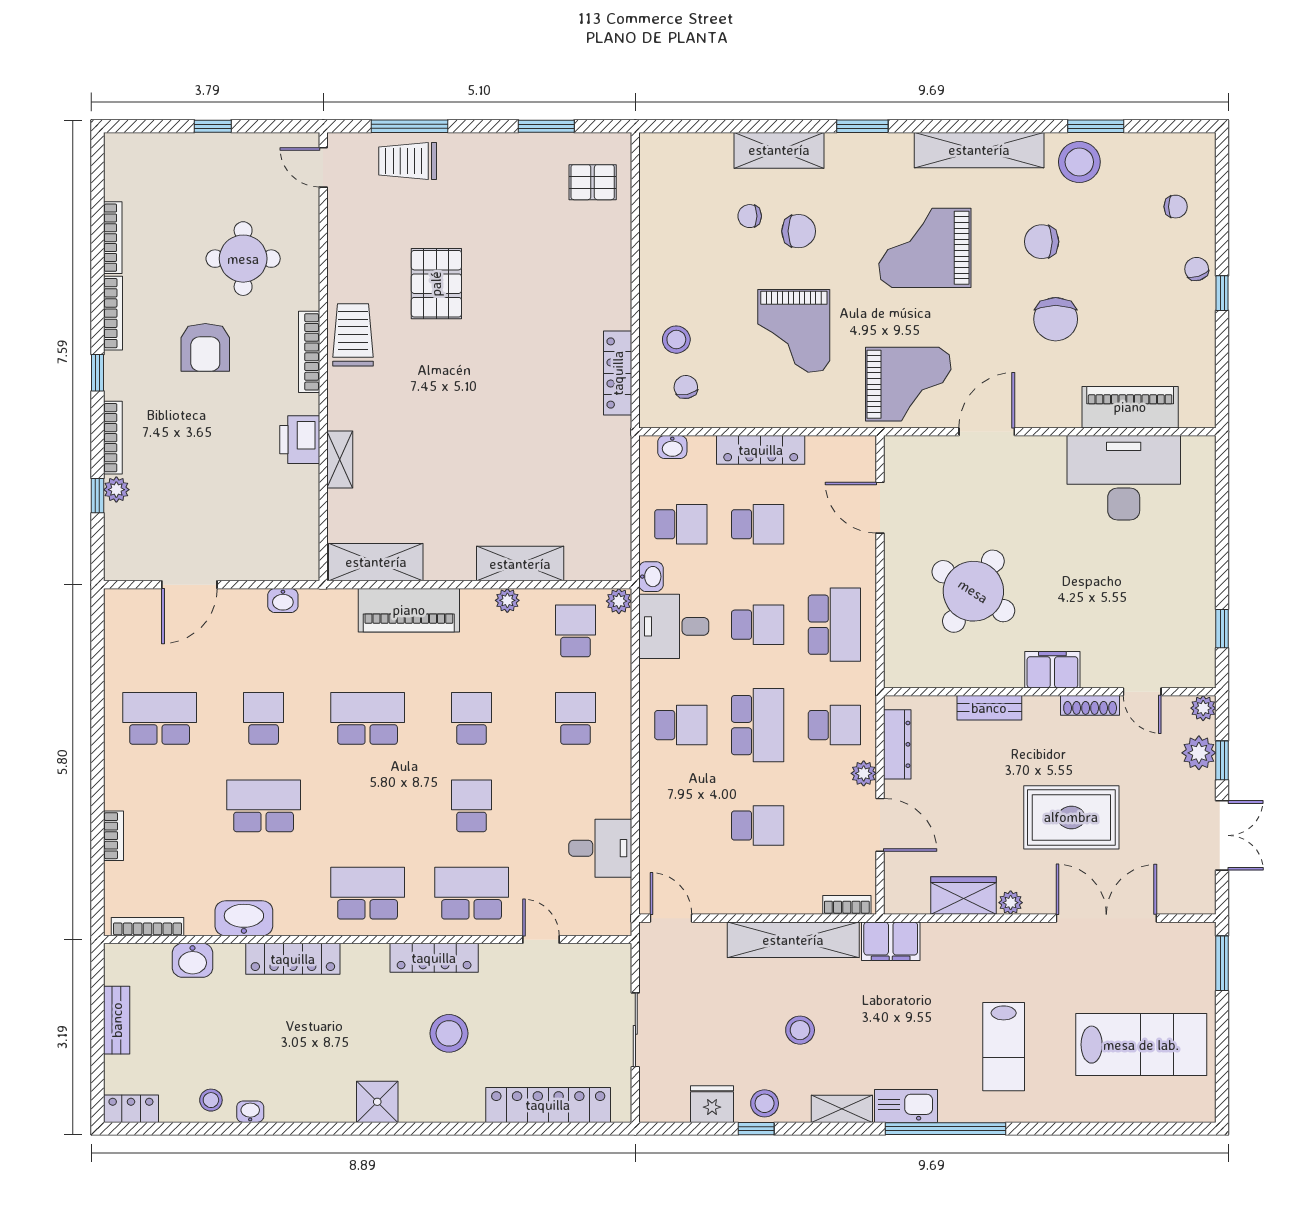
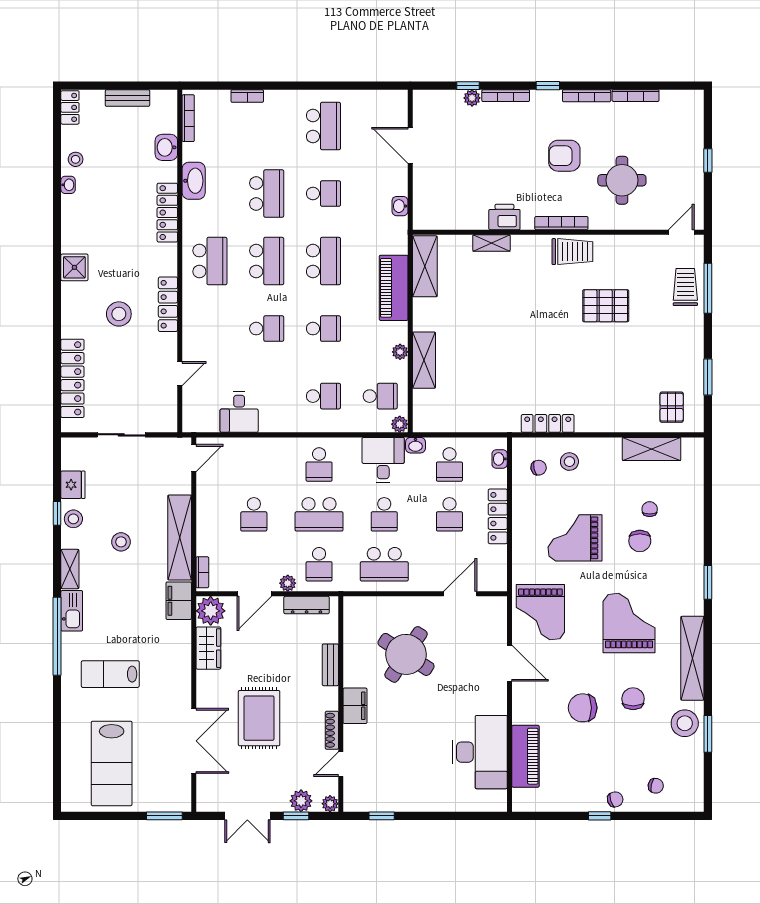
shelving: (779, 150) -> (652, 449), moved, turned 90
chair: (1176, 207) -> (656, 786), turned -78
school desk: (472, 893) -> (267, 261), moved
plant: (1011, 903) -> (211, 611), moved, width x1.87, depth x1.87

